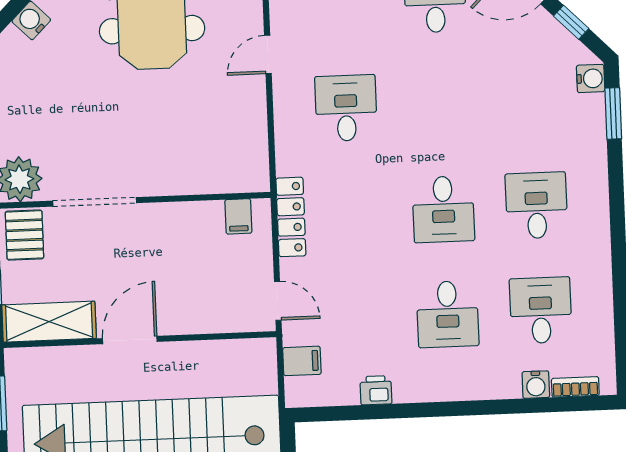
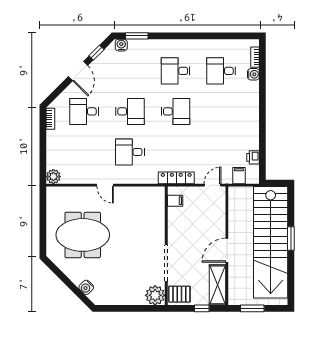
desk: (448, 314) -> (130, 111), moved
door: (130, 340) -> (227, 250), hinge flipped
printer: (376, 390) -> (253, 157), moved

